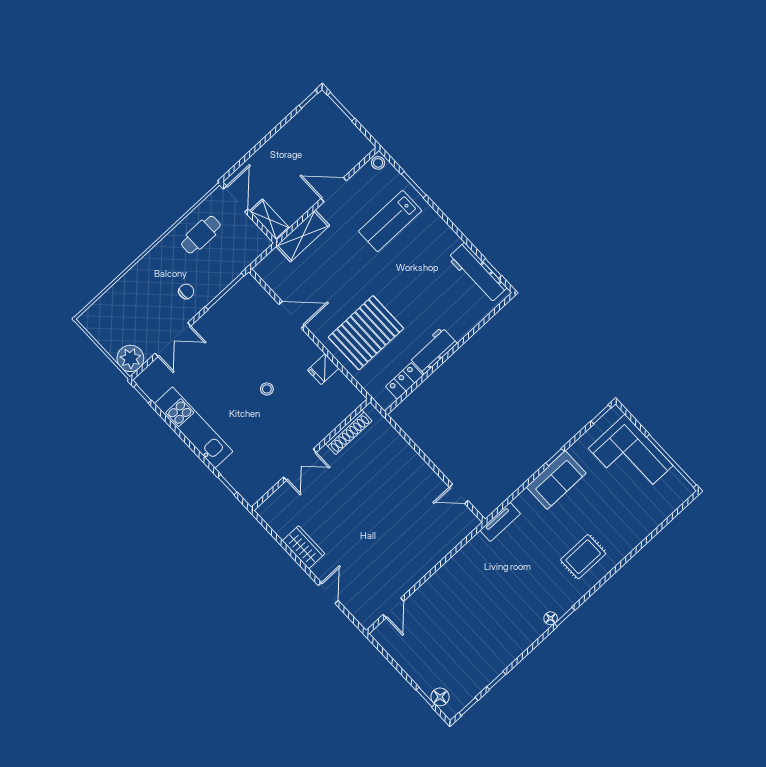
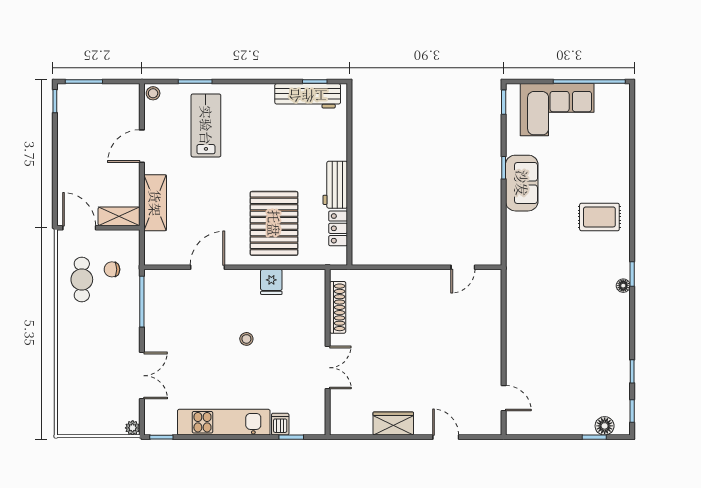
lab bench: (390, 221) -> (206, 125), turned 180
chair: (186, 291) -> (112, 269), moved, turned -90
plant: (130, 358) -> (133, 428), width x0.53, depth x0.53
dishwasher: (229, 468) -> (280, 424), added
tv unit: (500, 522) -> (514, 256), removed
rug: (583, 557) -> (599, 217), turned 90

